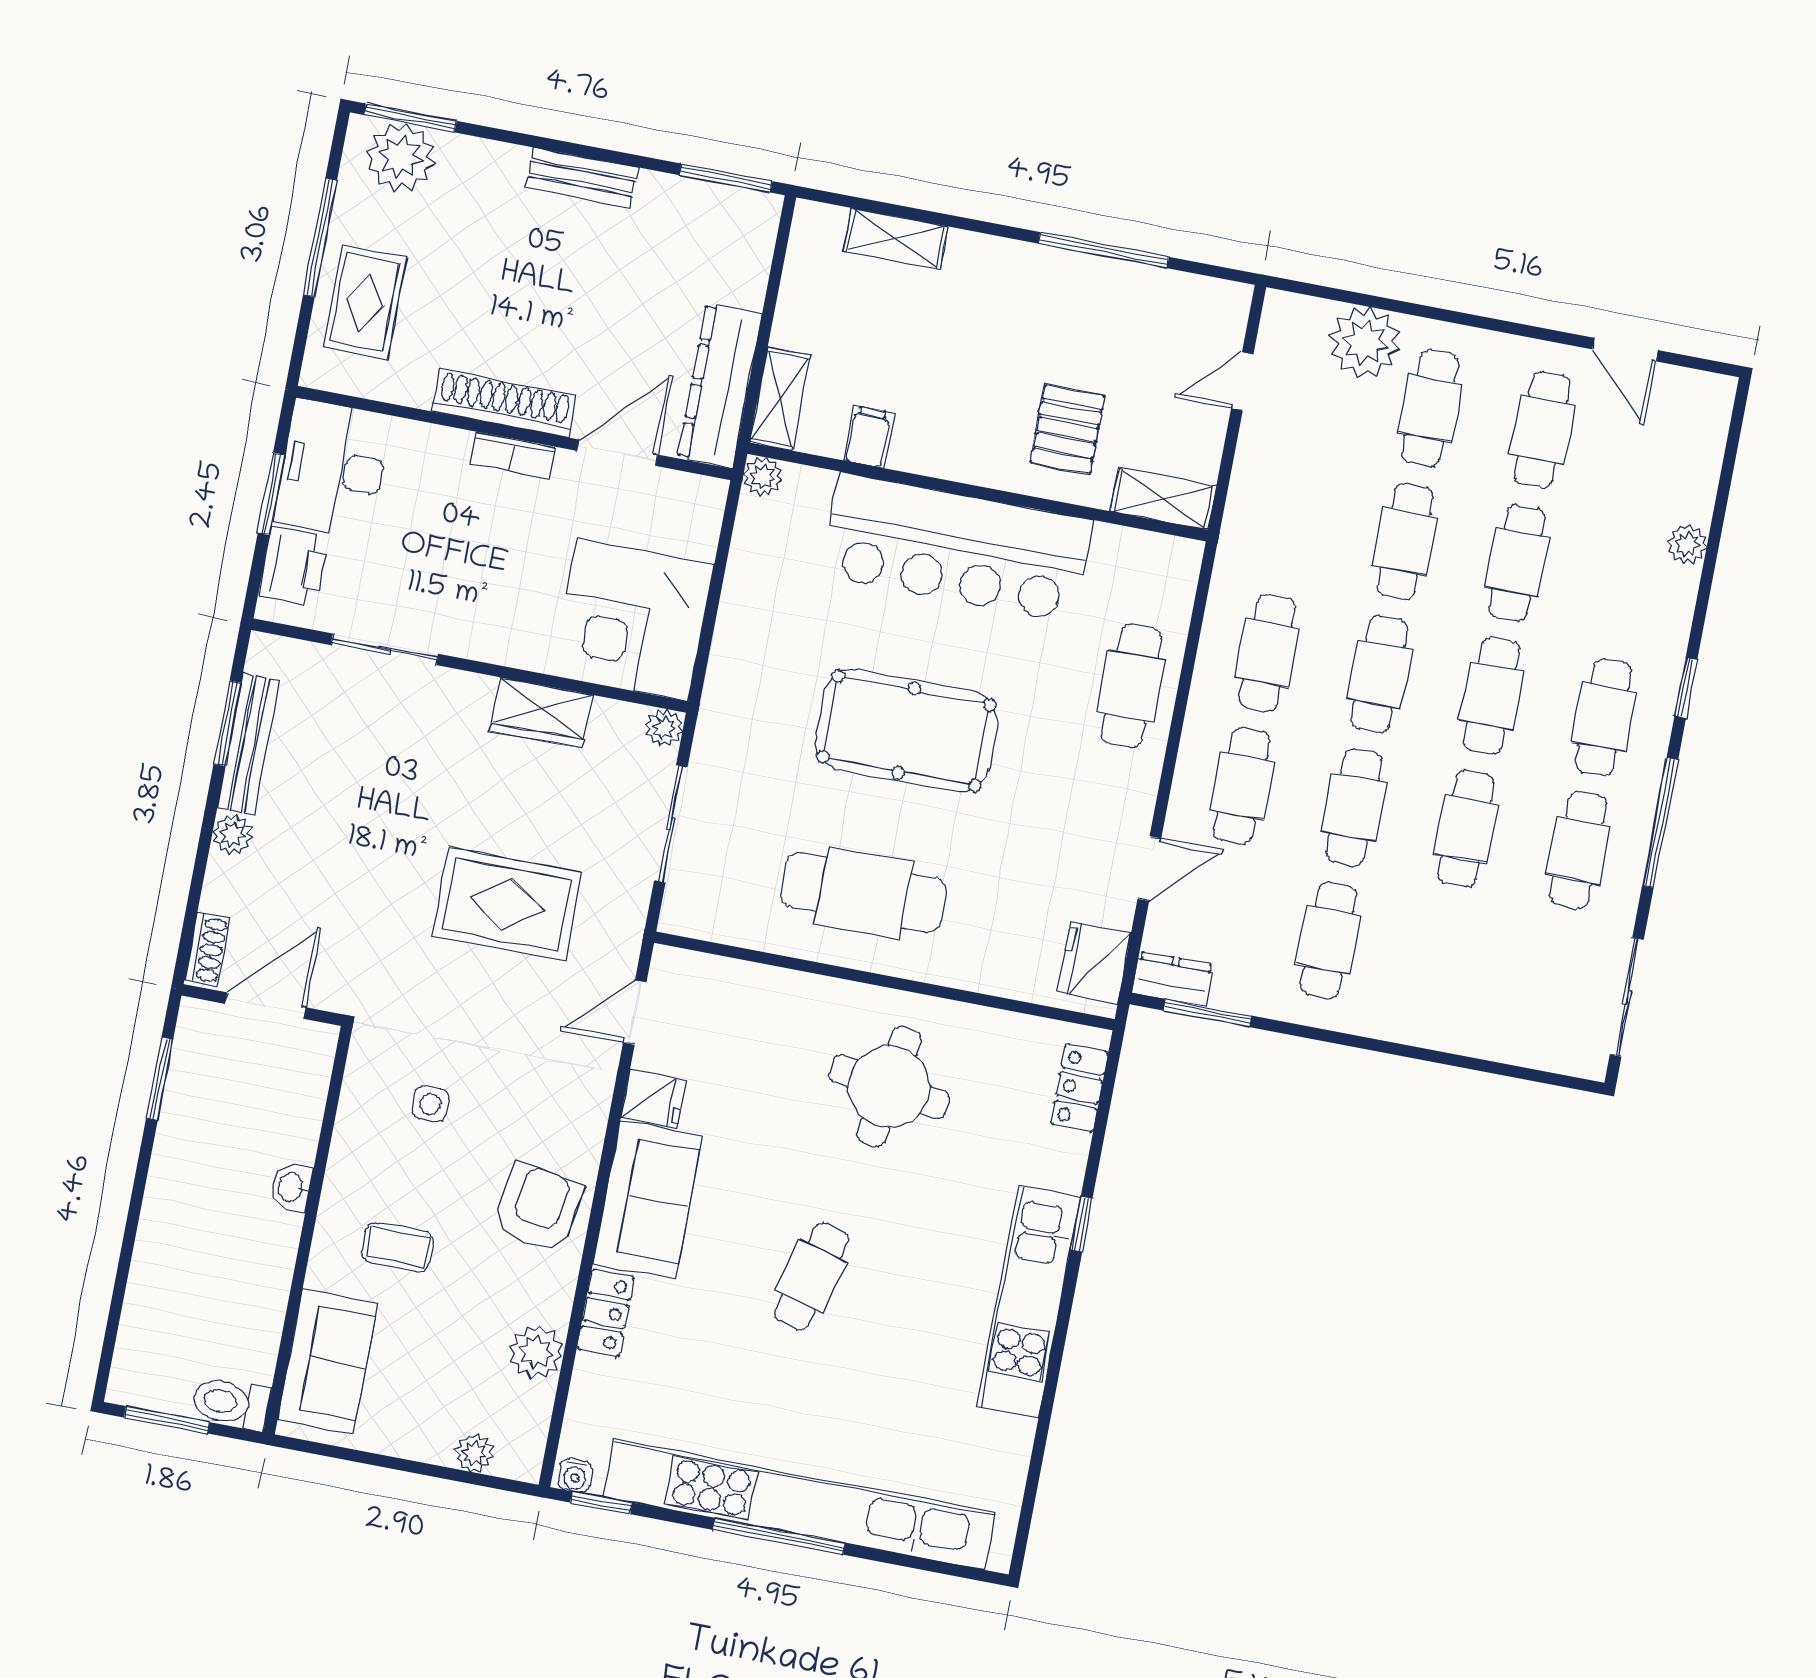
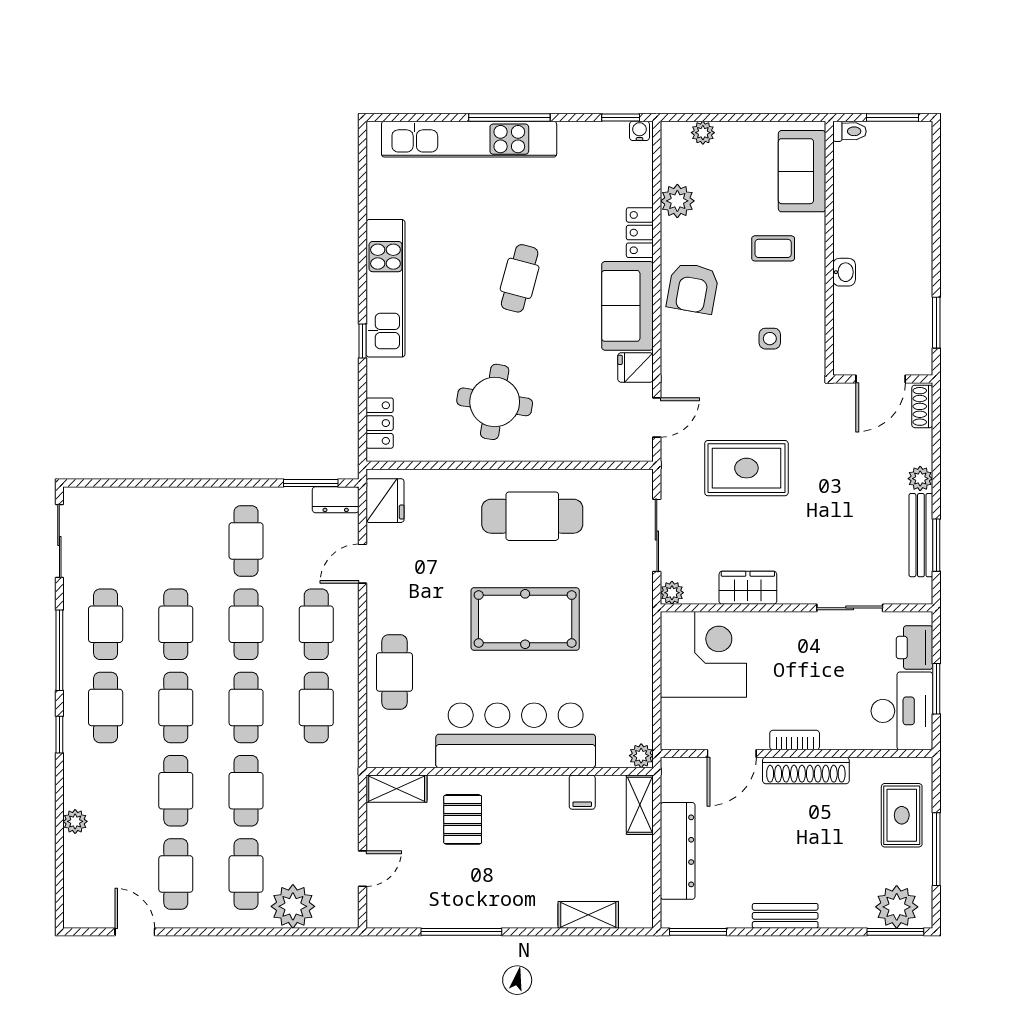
dresser: (720, 386) -> (678, 851), moved
toilet: (231, 1403) -> (849, 131), width x0.73, depth x0.72
kitchen unit: (799, 1505) -> (469, 139), width x0.73

